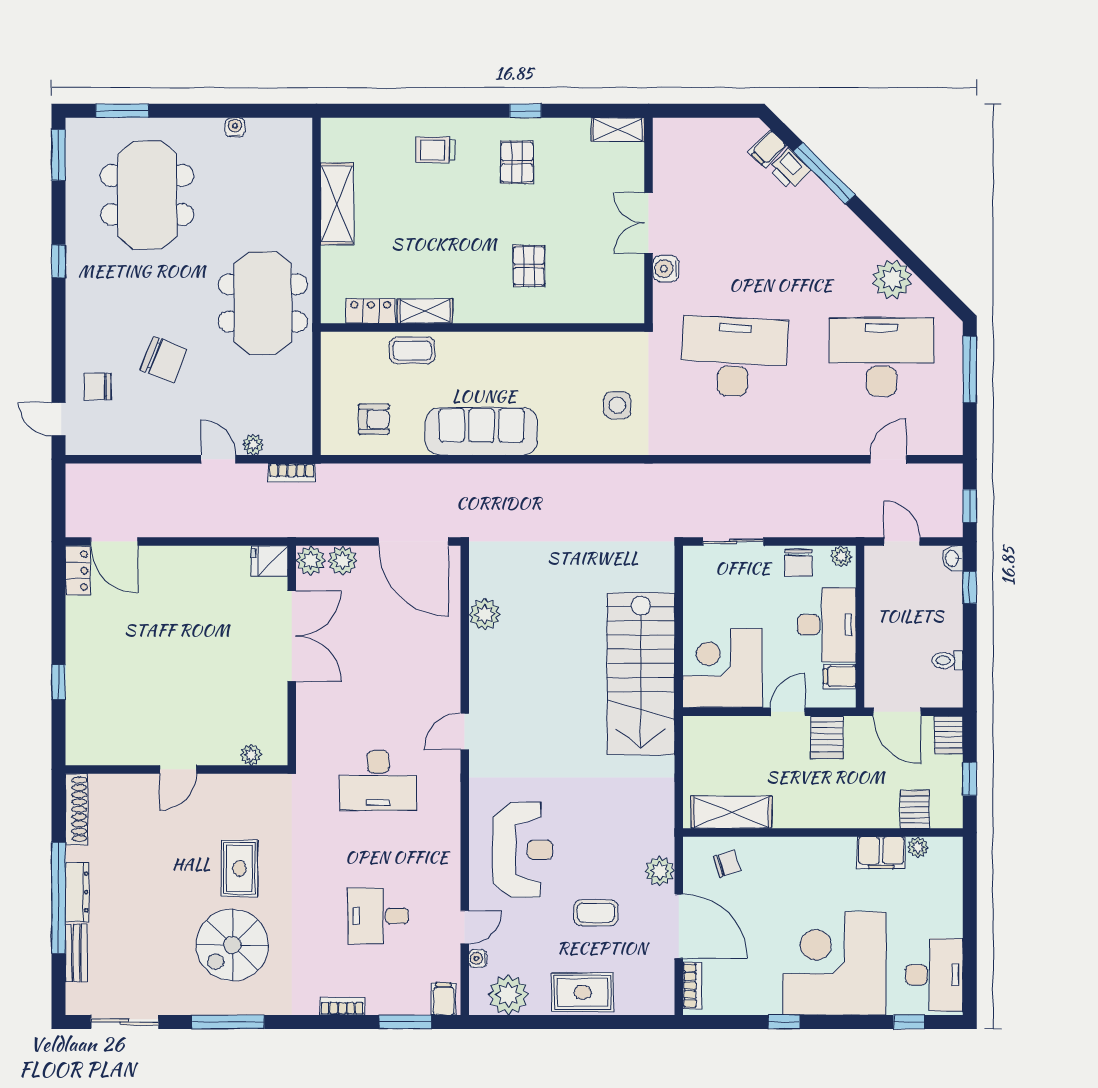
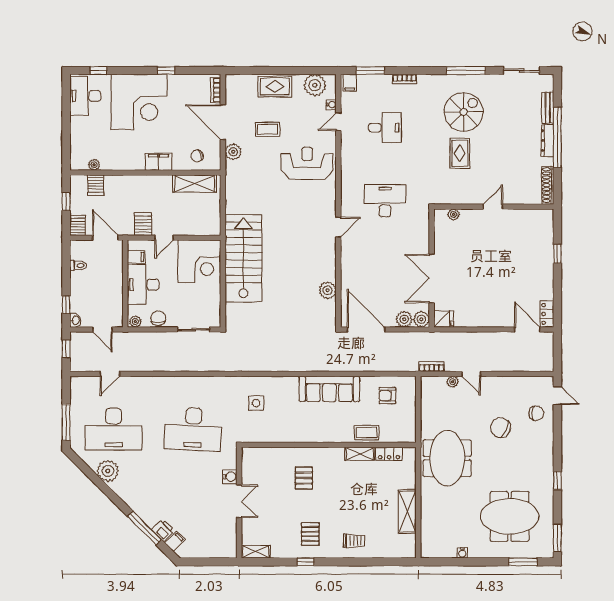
meeting table: (147, 195) -> (510, 516), turned 90
reception desk: (523, 850) -> (307, 163), turned 90
filing cabinet: (881, 853) -> (159, 162), moved

